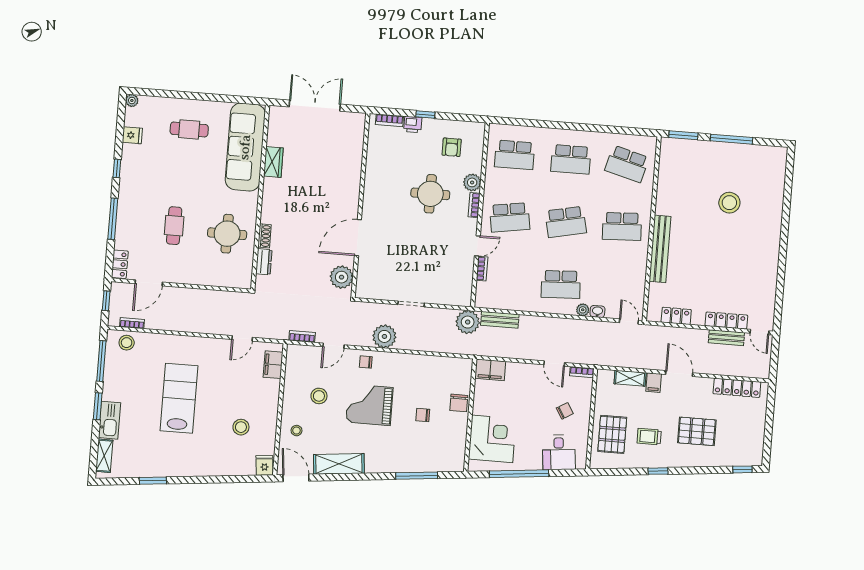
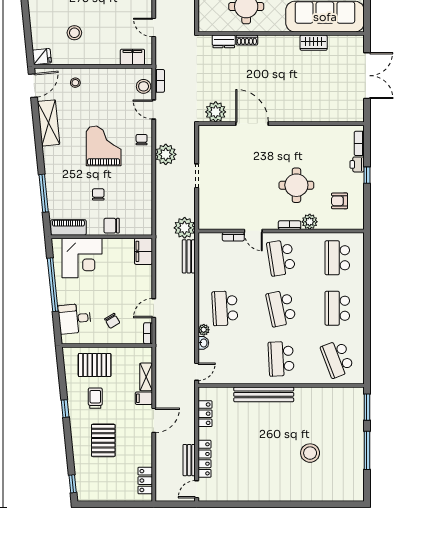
school desk: (627, 164) -> (337, 359), turned -36
locker: (737, 388) -> (145, 481), width x0.66
stool: (319, 396) -> (144, 86), moved
piano: (457, 451) -> (68, 227), added

